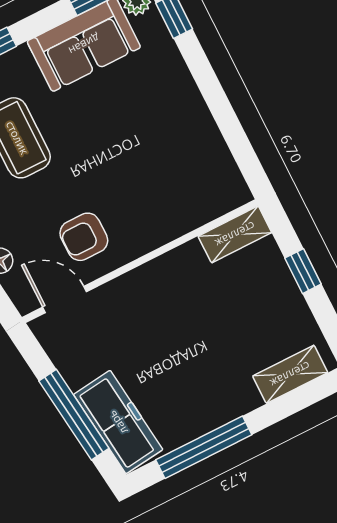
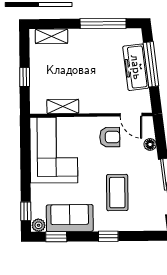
corner sofa: (178, 159) -> (54, 150), added
shelving: (235, 234) -> (63, 106), moved
freezer: (118, 422) -> (136, 67), moved

